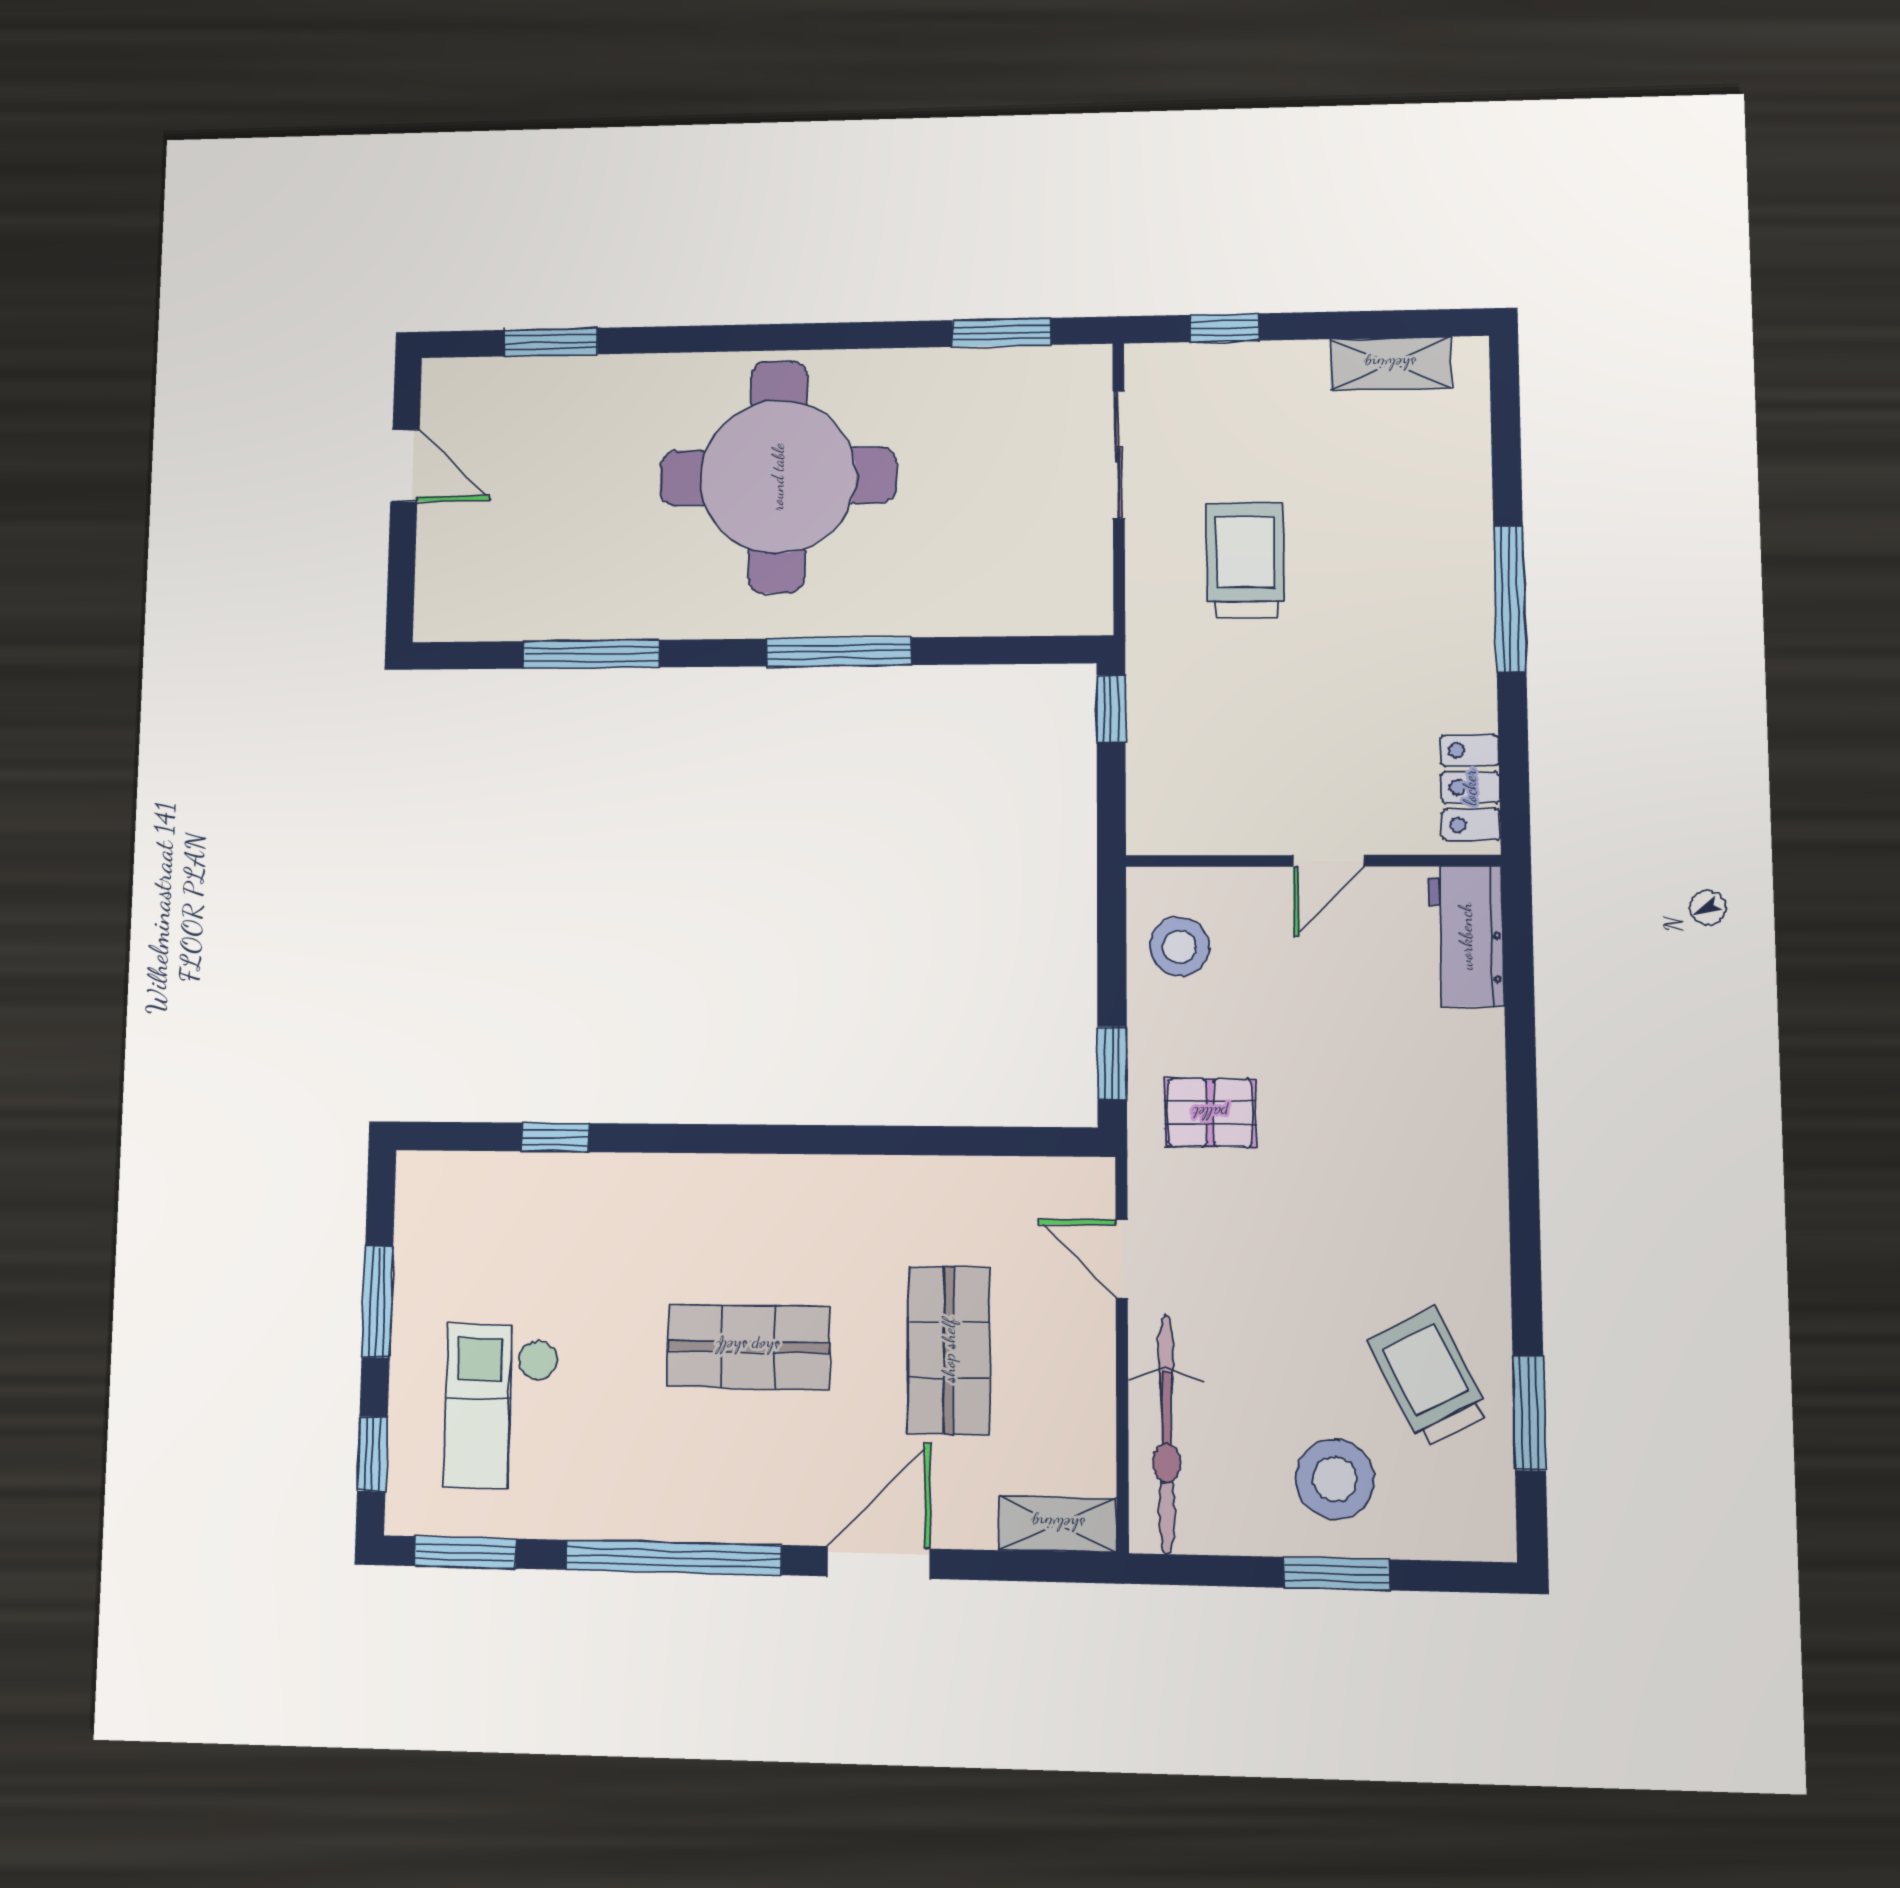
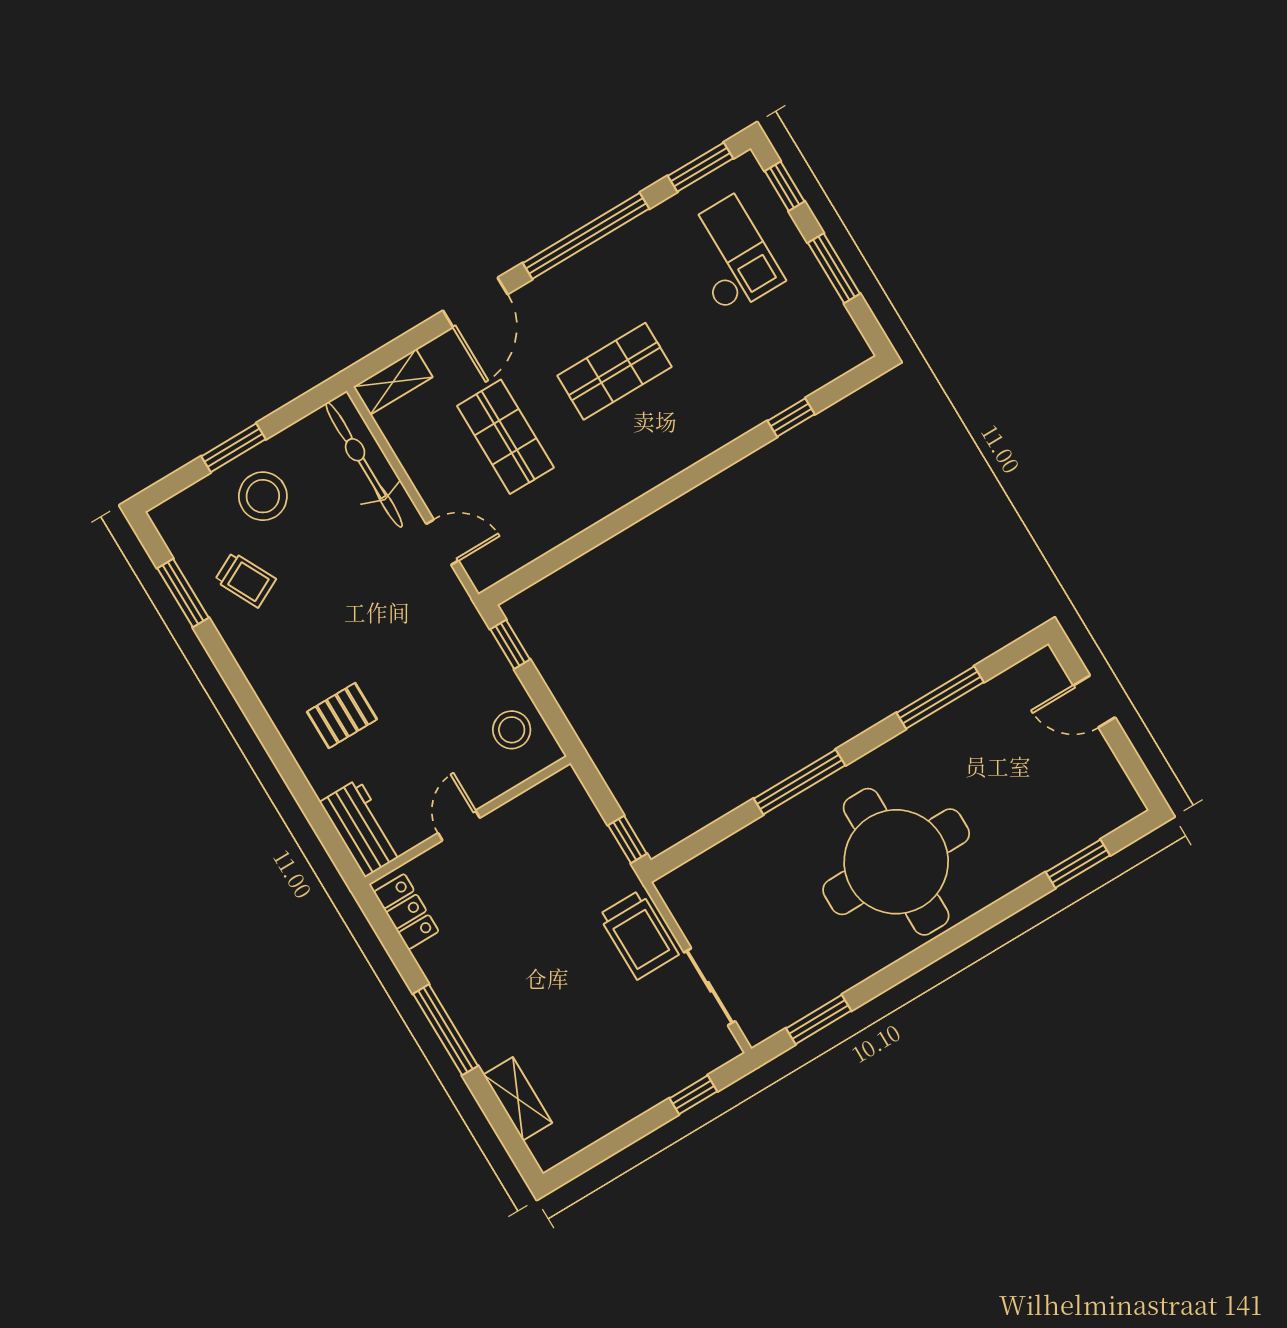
shelving: (1390, 364) -> (518, 1099), moved, turned 90
door: (405, 466) -> (1094, 701), moved
trolley: (1245, 560) -> (639, 935), moved
pallet: (1210, 1113) -> (342, 716), moved
trolley: (1429, 1377) -> (245, 580), width x0.73, depth x0.72

